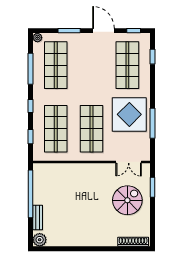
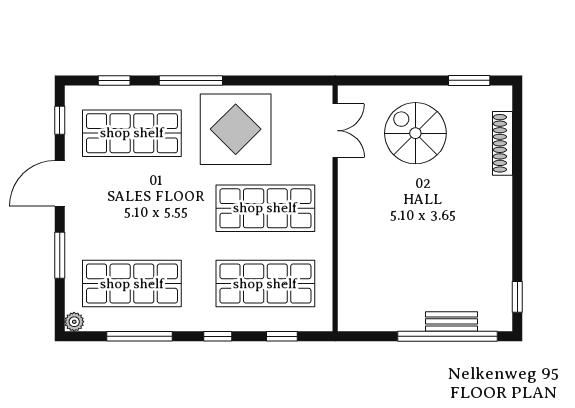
window: (153, 123) -> (191, 80), moved
window: (153, 187) -> (469, 80), moved
window: (31, 194) -> (448, 336), moved
plant: (40, 240) -> (498, 317), removed
shoe rack: (133, 242) -> (502, 143), moved
window: (49, 249) -> (517, 297), added

